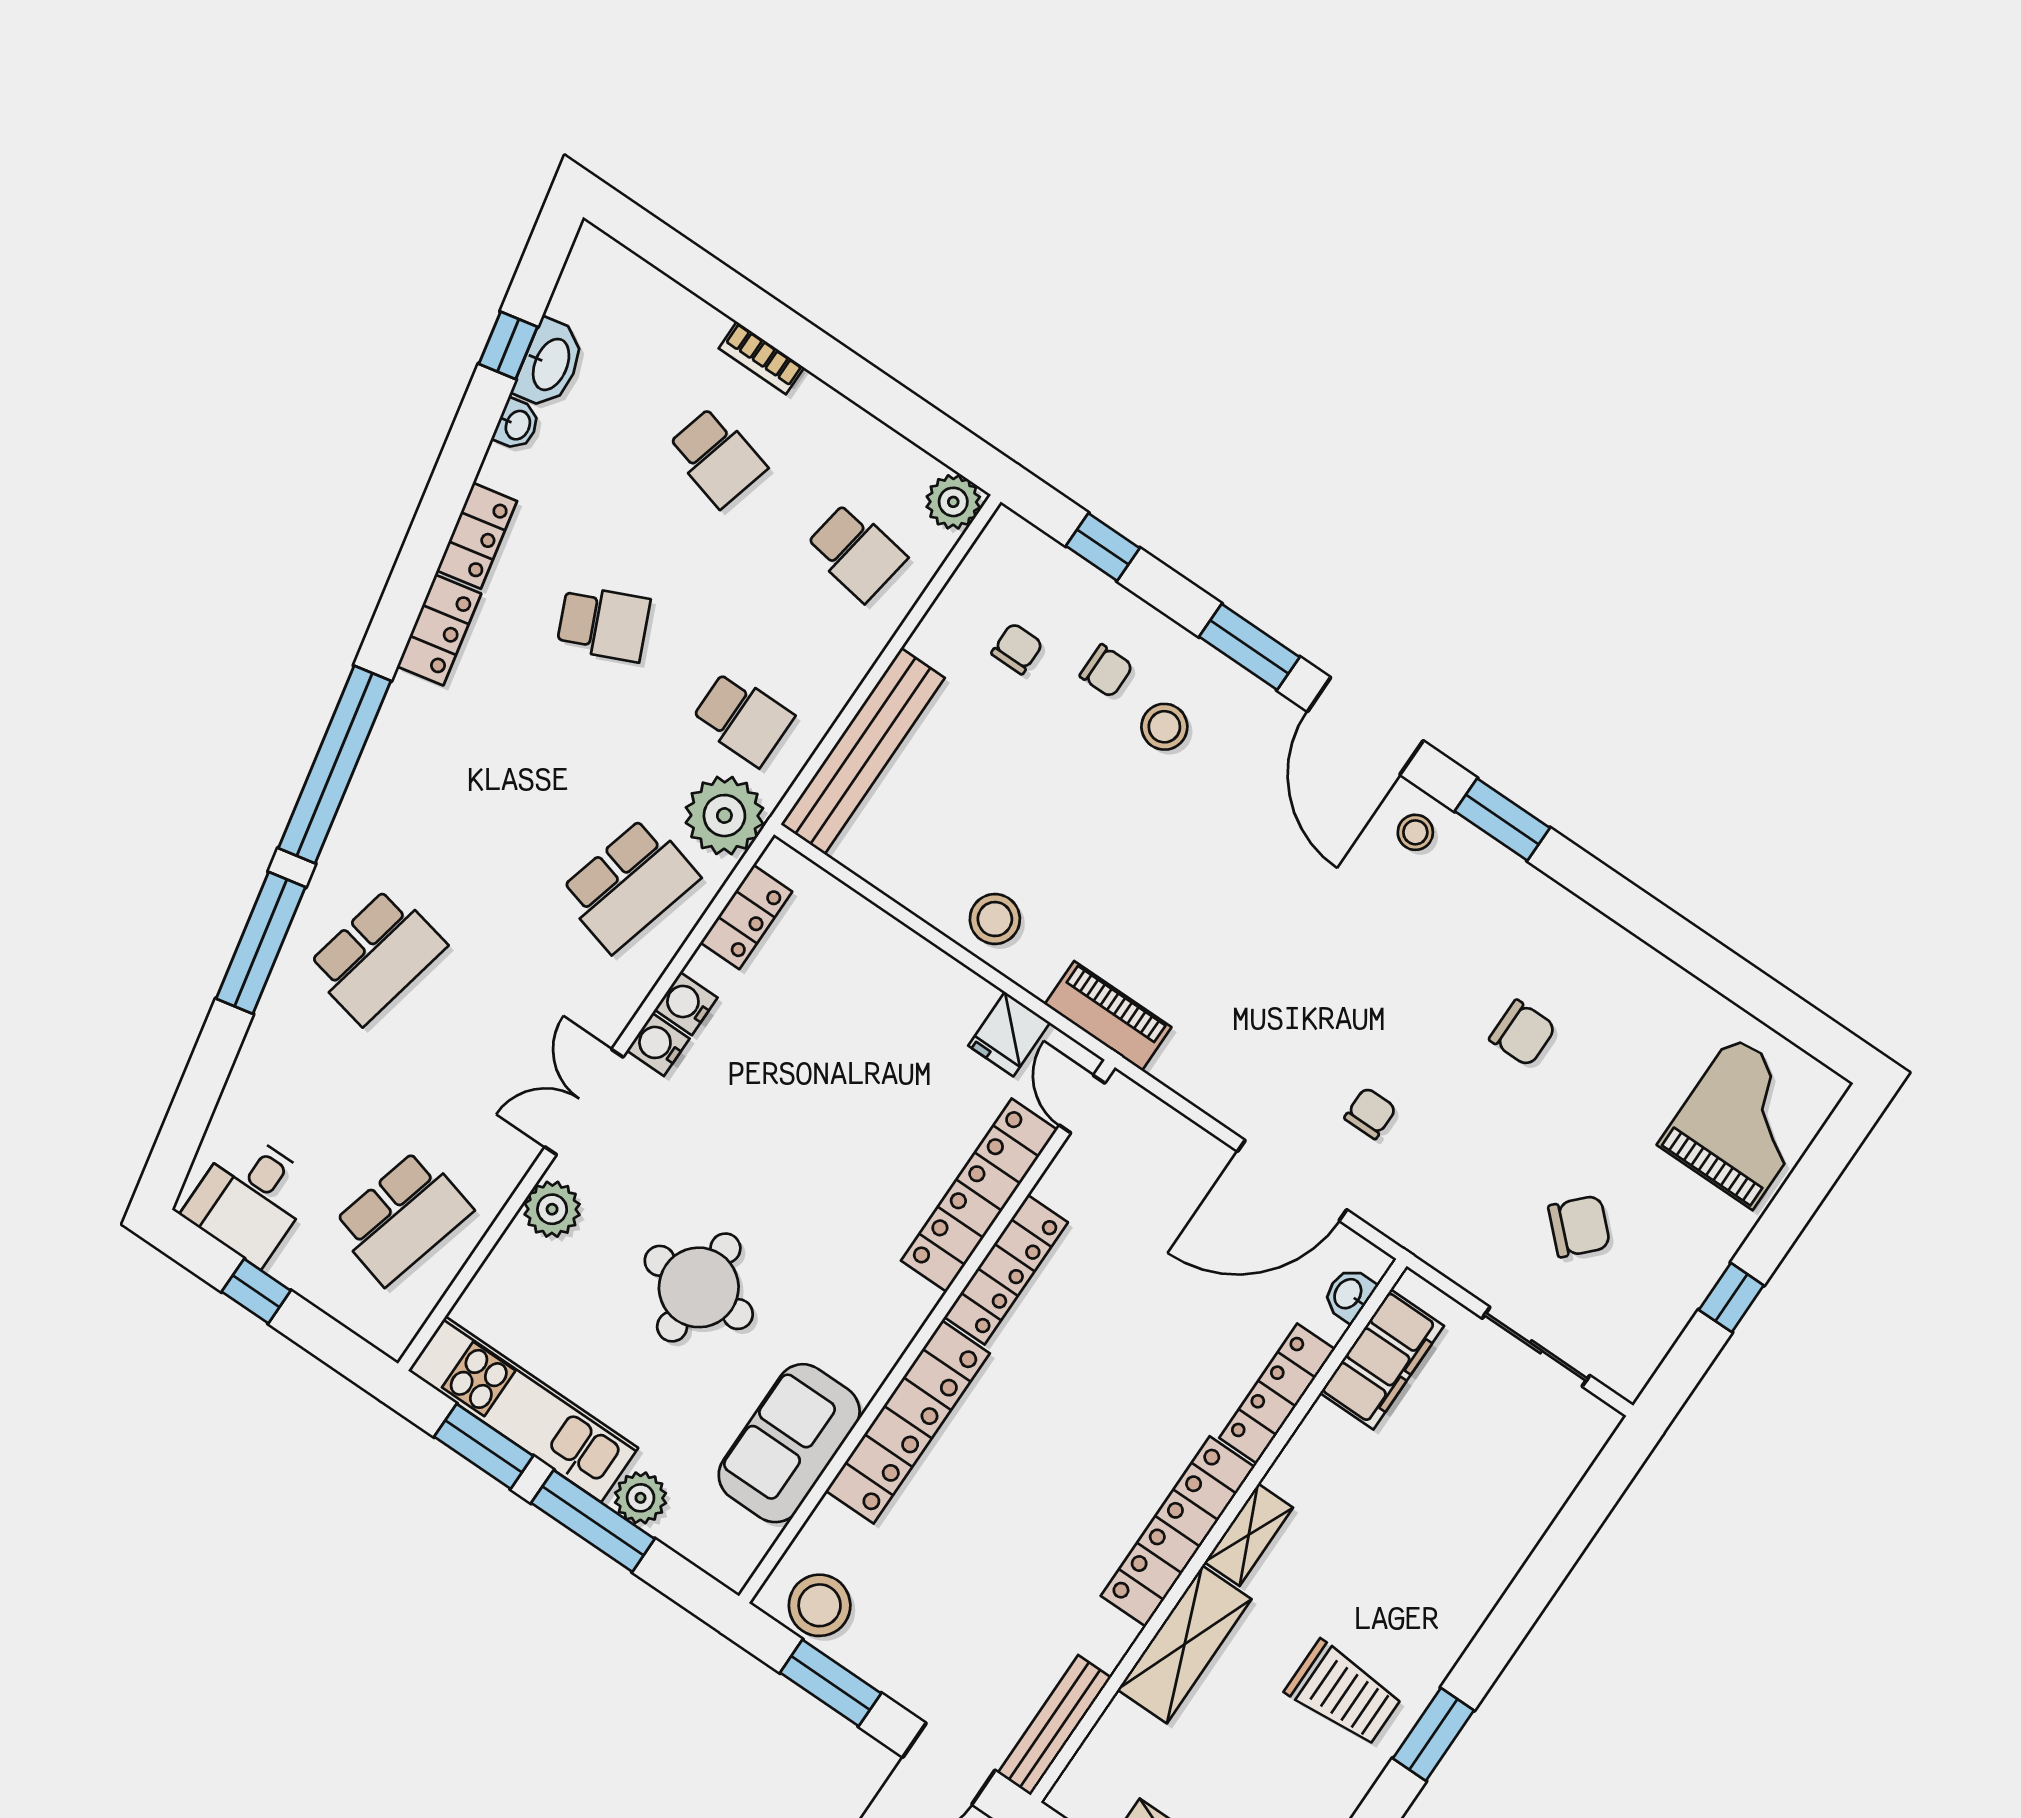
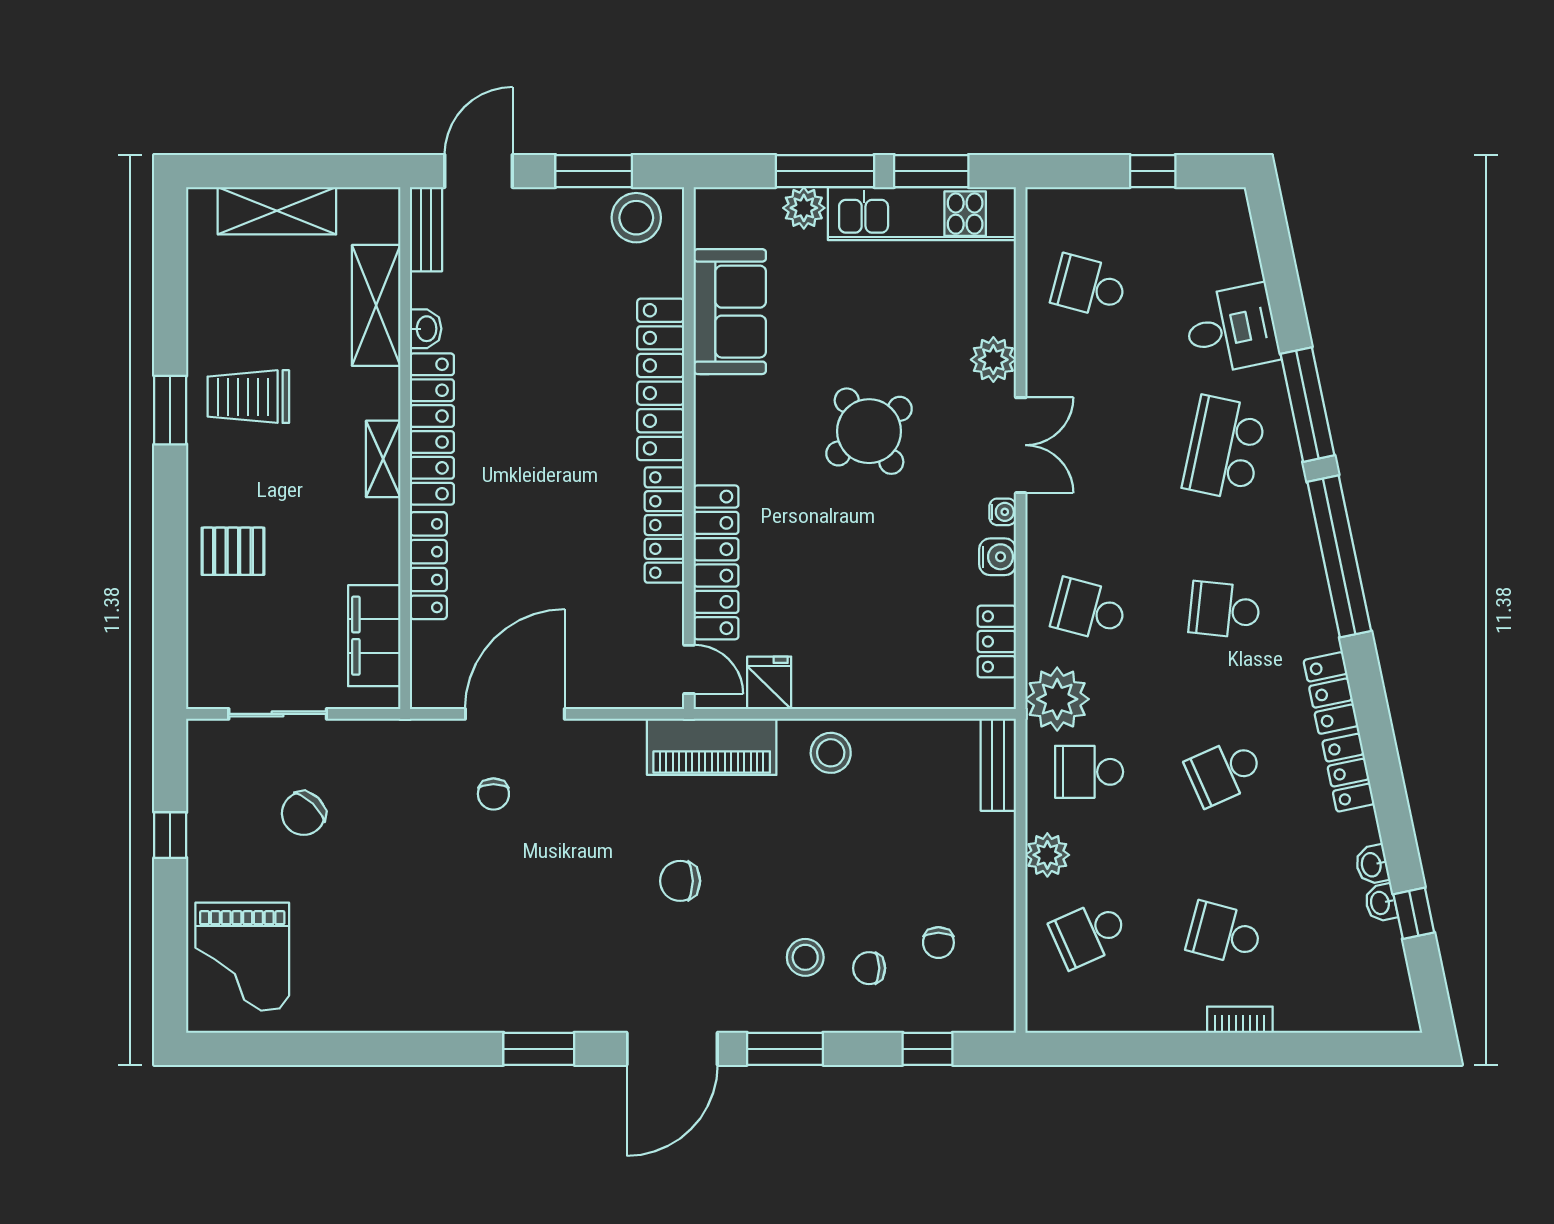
washbasin: (550, 364) -> (1381, 903), width x0.52, depth x0.69
plant: (953, 502) -> (1047, 855), moved
school desk: (856, 552) -> (1089, 934), turned -33
door: (1365, 726) -> (672, 1049), swing flipped
bench: (863, 751) -> (998, 765), width x0.54, depth x0.82
school desk: (490, 790) -> (1225, 610), added
stool: (1415, 832) -> (591, 1001), removed
school desk: (629, 885) -> (1089, 610), width x0.54
piano: (1108, 1016) -> (712, 747), width x1.37, depth x1.33
chair: (1523, 1033) -> (680, 881), moved
water cooler: (658, 1044) -> (1003, 512), width x0.72, depth x0.72
desk: (250, 1198) -> (1231, 329), moved, turned 78
school desk: (402, 1217) -> (1089, 286), width x0.54
round table: (699, 1287) -> (869, 431), moved, turned -36
washbasin: (1349, 1294) -> (426, 329), moved
pallet: (1468, 1545) -> (233, 551), added
shelving: (1184, 1644) -> (376, 305), moved
bench: (1054, 1725) -> (426, 229), width x0.73

